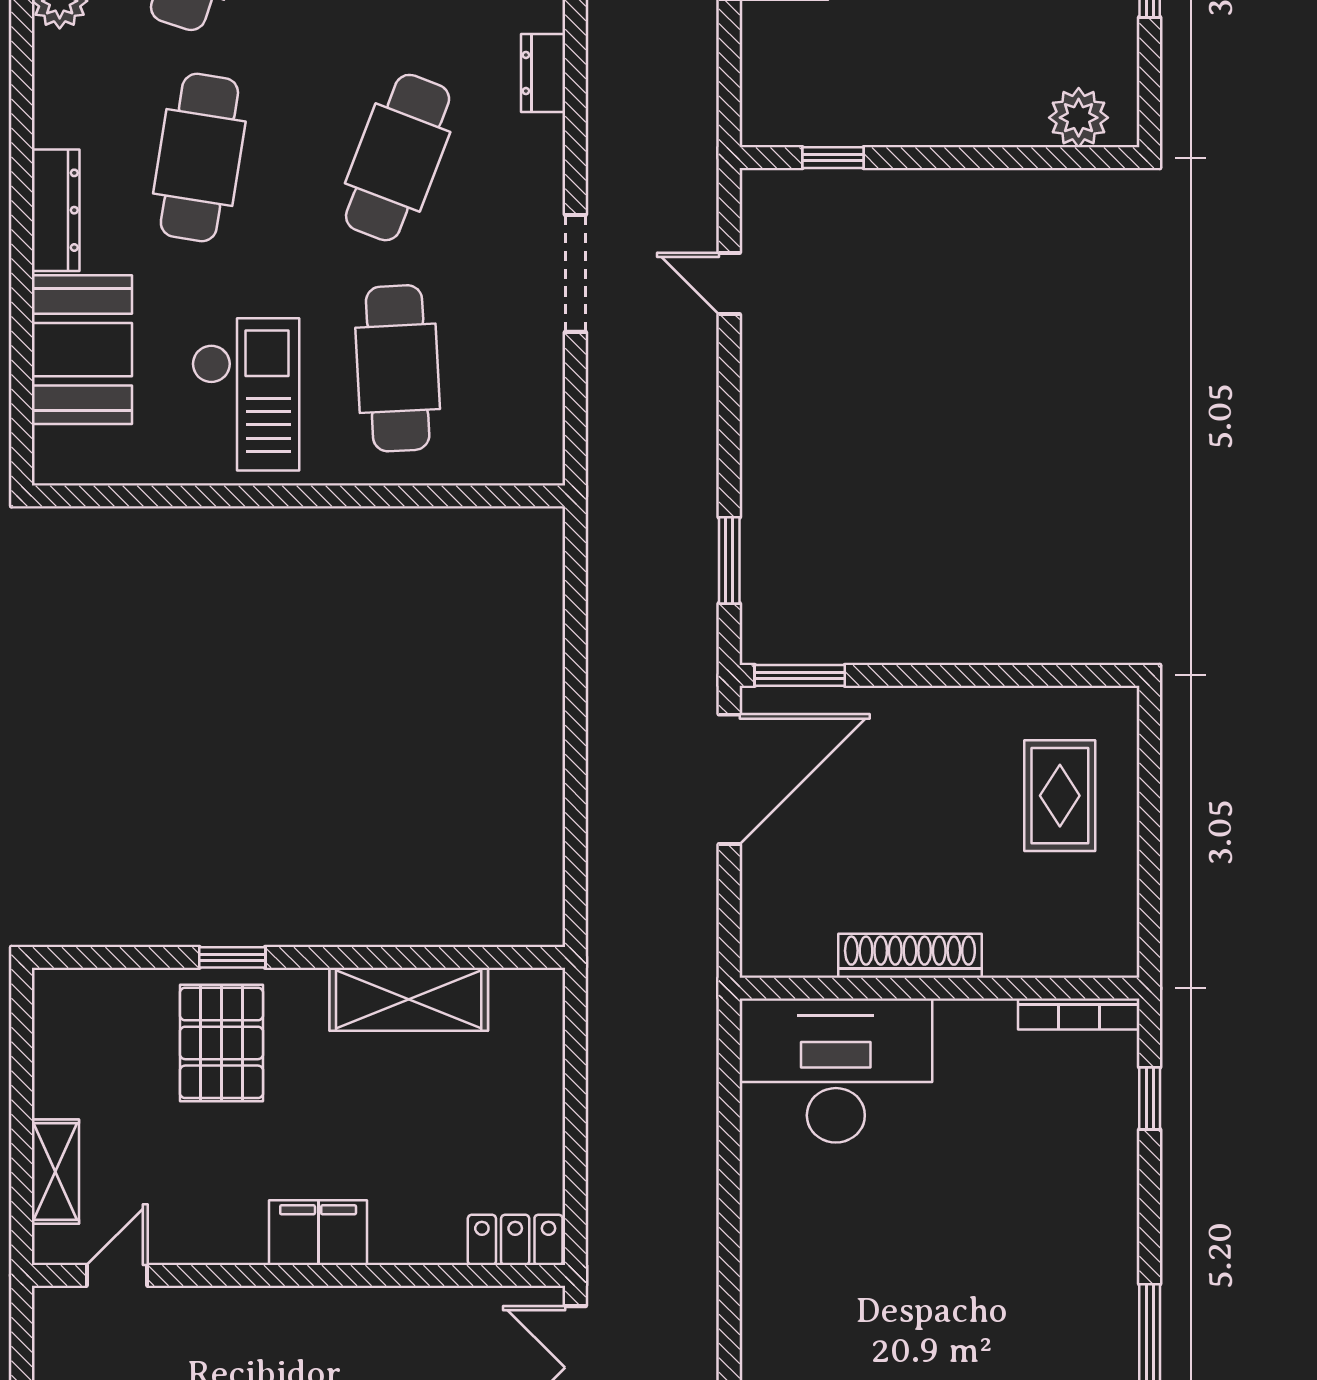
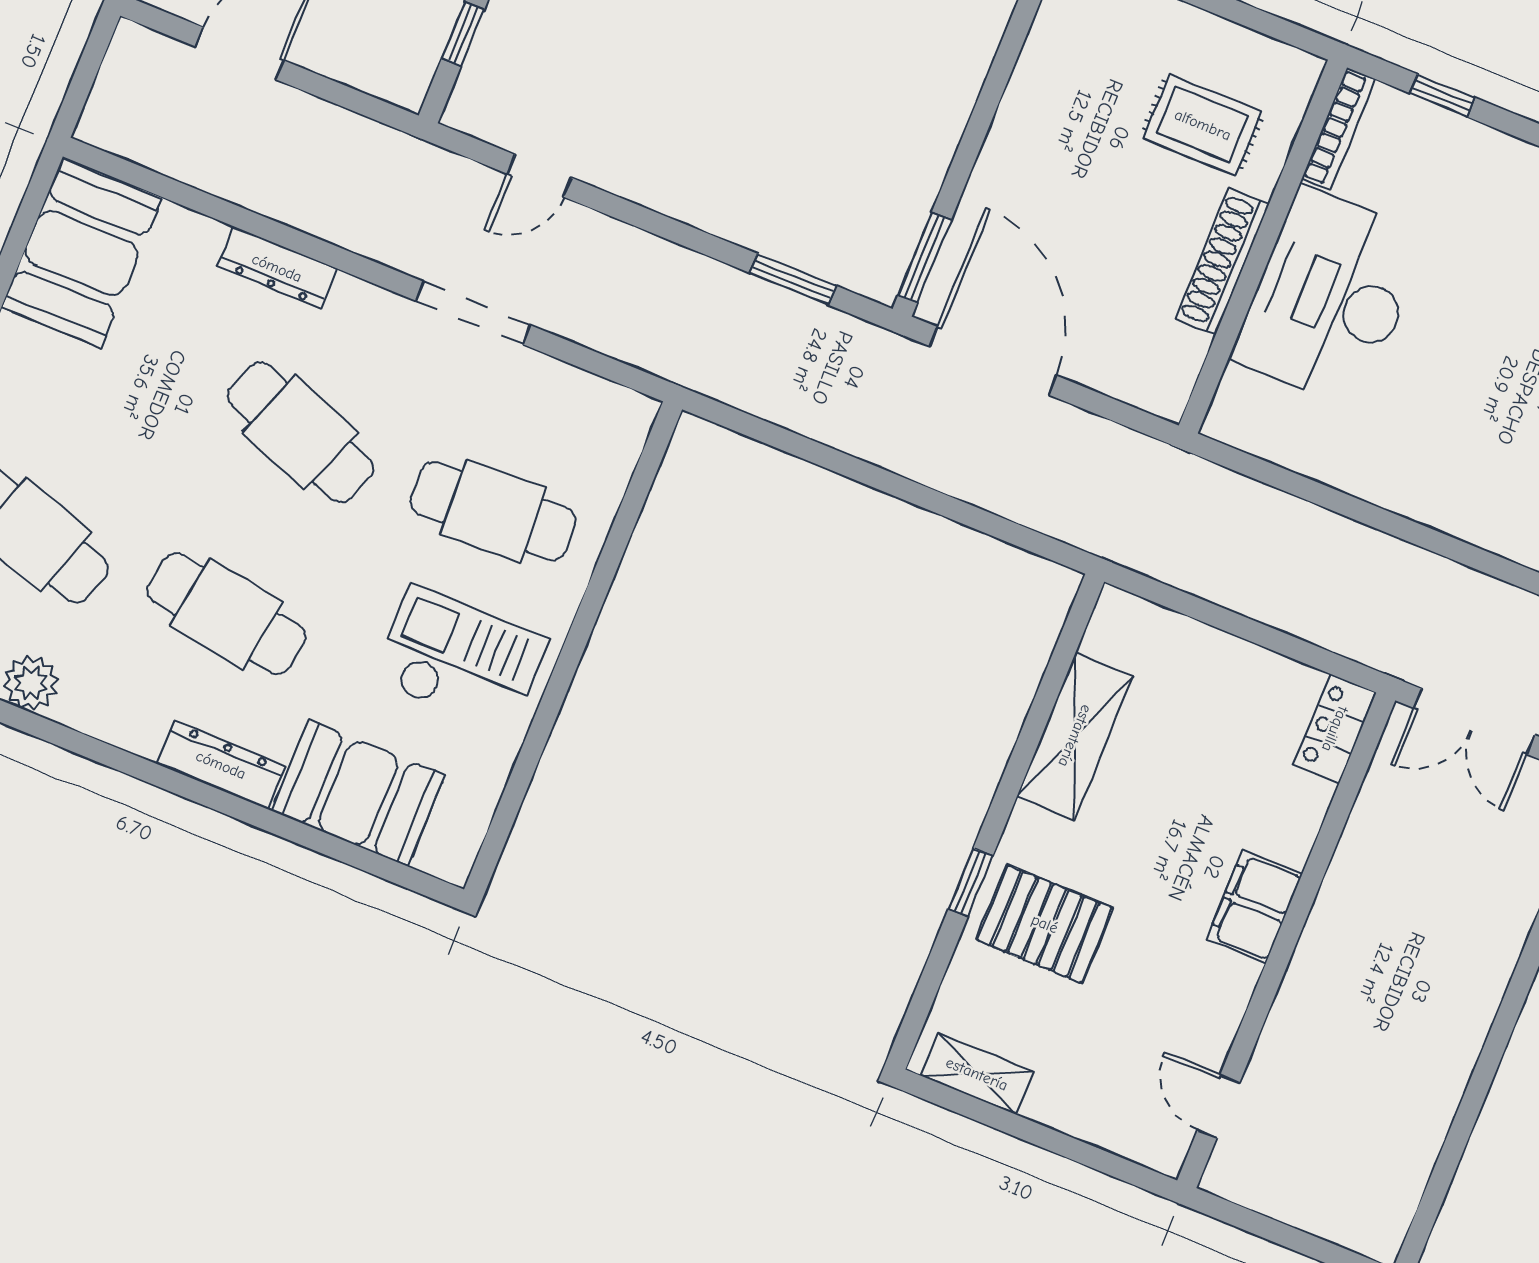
dresser: (543, 73) -> (277, 268), width x1.44
rug: (1060, 796) -> (1203, 125), moved
desk: (836, 1071) -> (1330, 297), moved
shelving: (55, 1172) -> (977, 1074), moved

